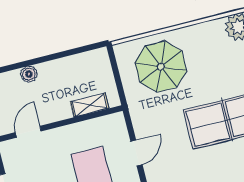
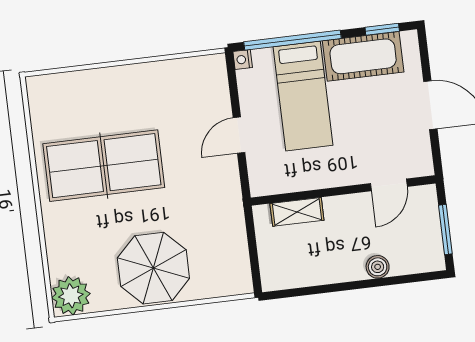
parasol: (161, 67) -> (153, 268), moved

